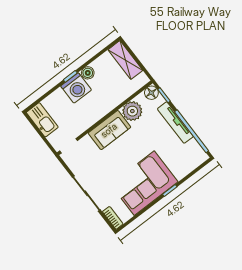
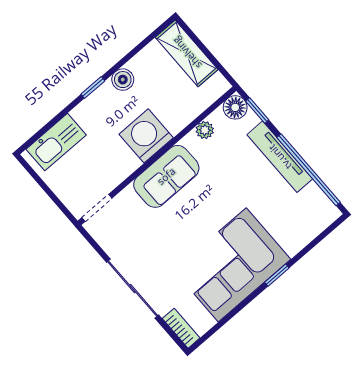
washing machine: (76, 88) -> (146, 136), moved, turned 180
plant: (132, 111) -> (205, 130), width x0.53, depth x0.53
kitchen sink: (42, 120) -> (56, 142), moved, turned 90

